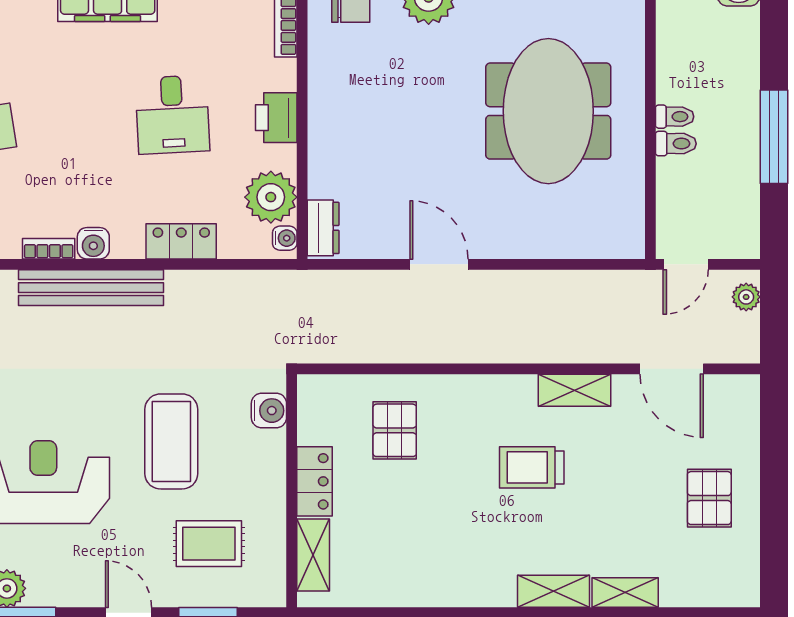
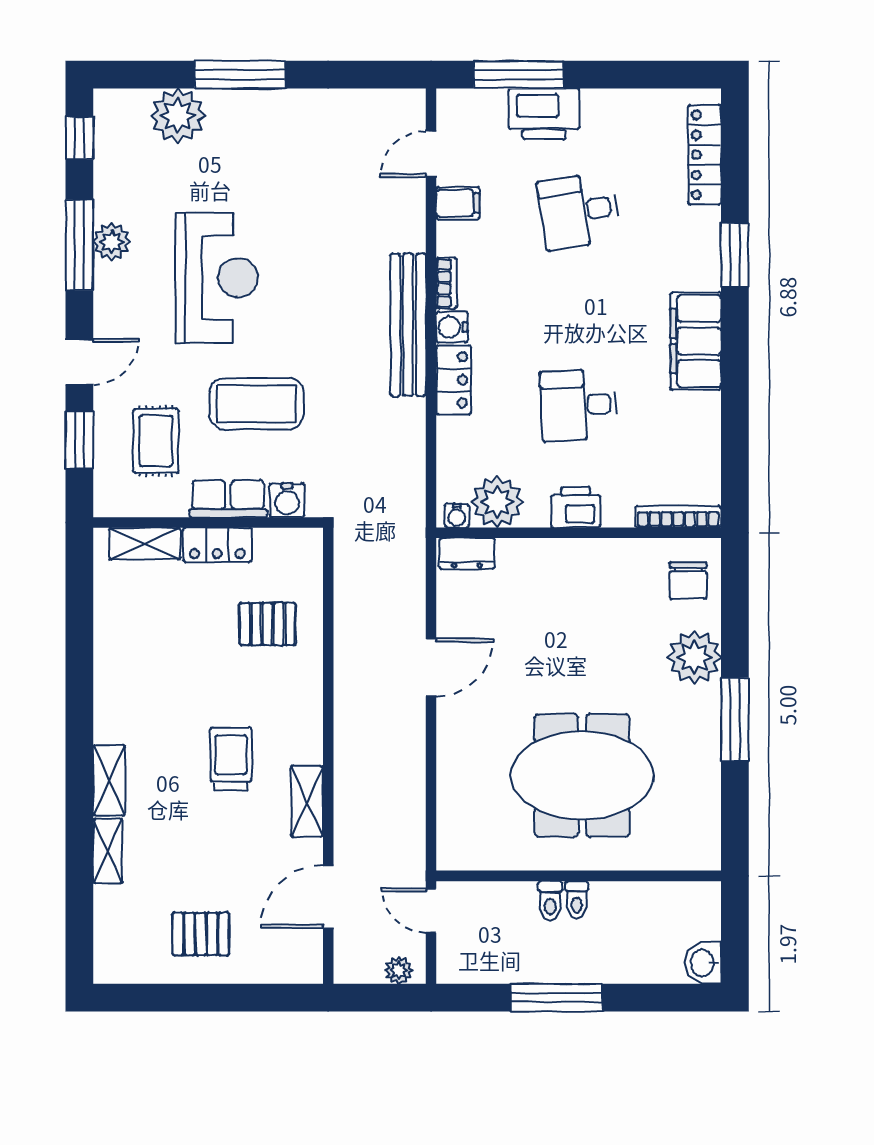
locker: (181, 241) -> (454, 380), moved
row of seats: (268, 470) -> (228, 499), added

